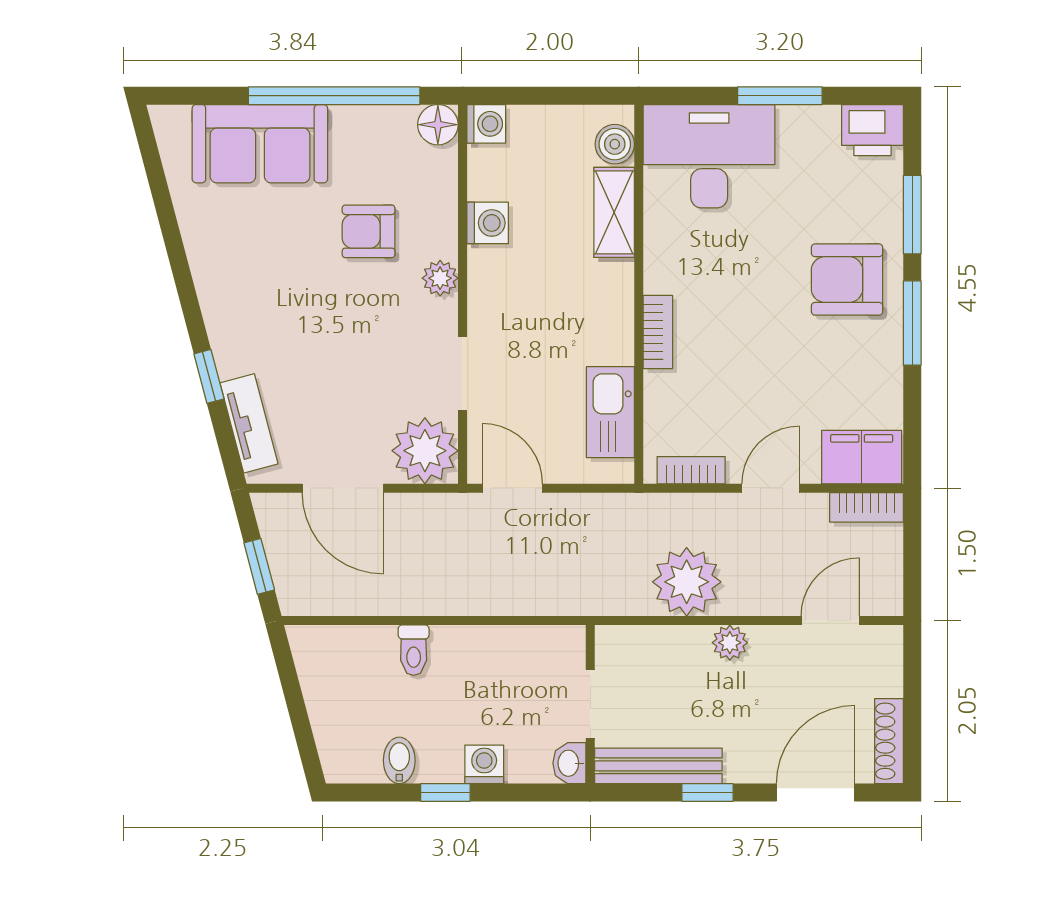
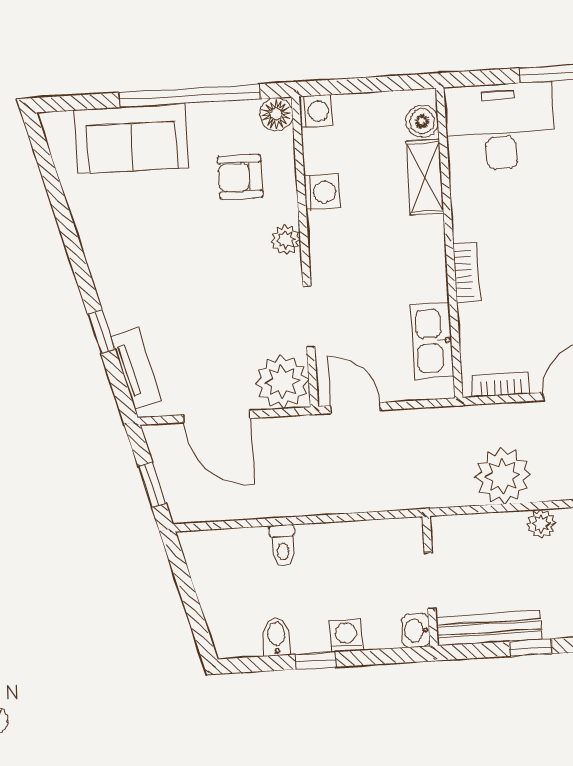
armchair: (369, 231) -> (240, 177), moved

